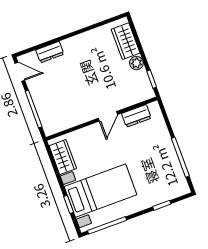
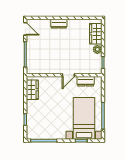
dresser: (50, 52) -> (59, 24), moved
bed with nightstands: (100, 191) -> (84, 118), moved, turned -90

